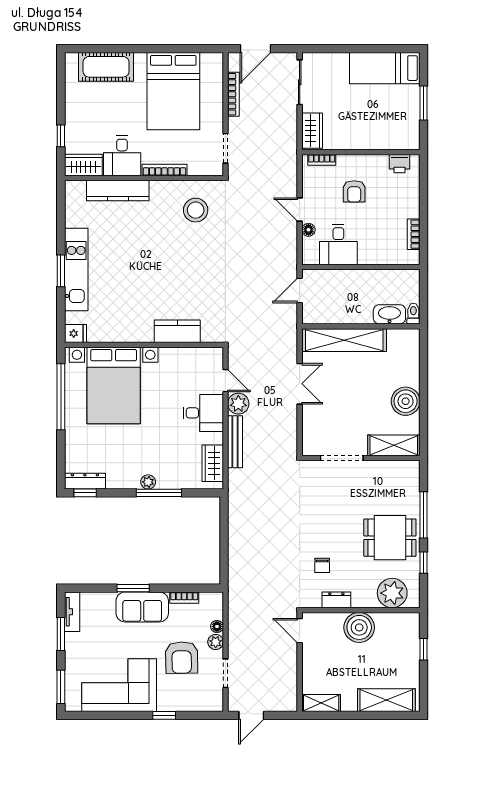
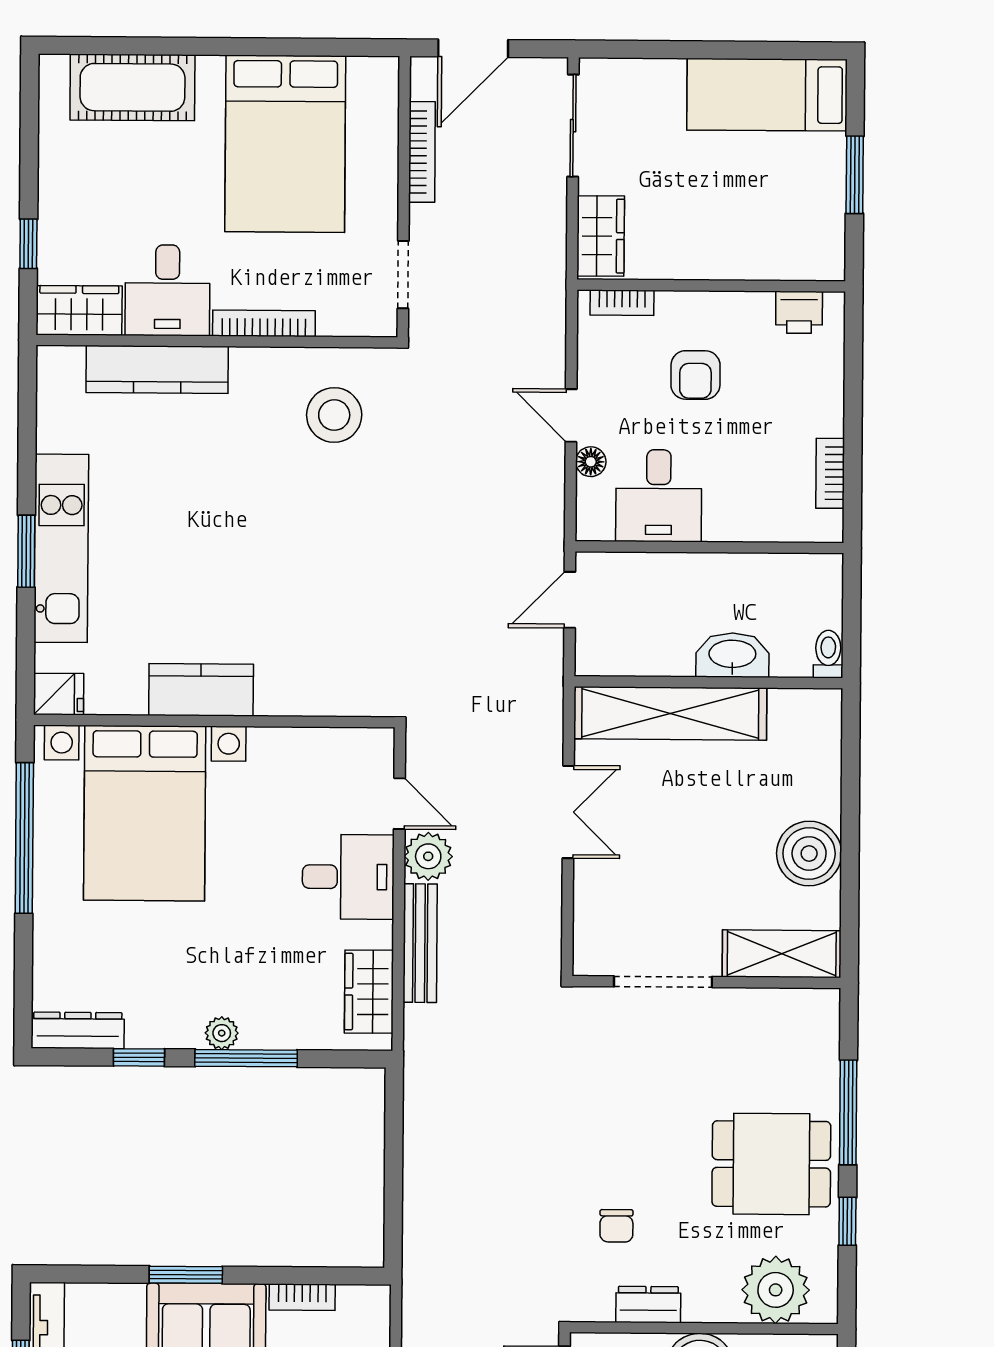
washbasin: (389, 314) -> (732, 655), moved
kitchen counter: (177, 331) -> (201, 690), moved
window: (85, 493) -> (139, 1057), moved

